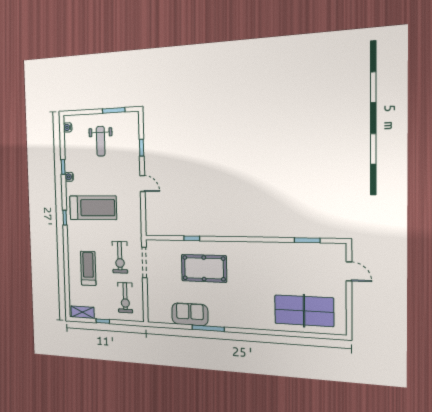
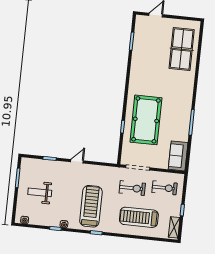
weight bench: (101, 141) -> (40, 192), turned 180
treadmill: (88, 268) -> (139, 217), width x1.37, depth x1.38
pool table: (204, 268) -> (146, 120), width x1.36, depth x1.32
sofa: (190, 314) -> (178, 156), moved

